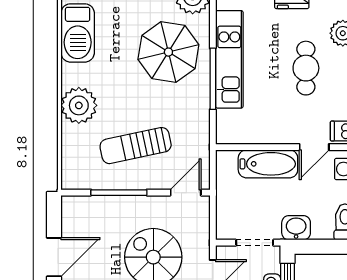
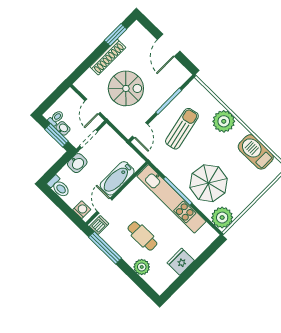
kitchen unit: (229, 59) -> (171, 199), width x1.36

